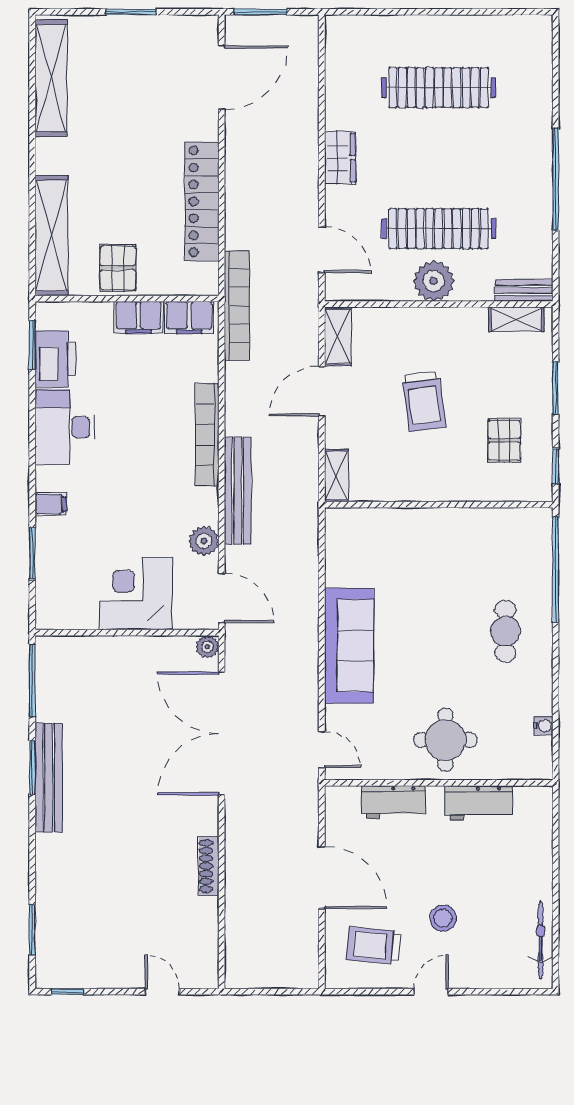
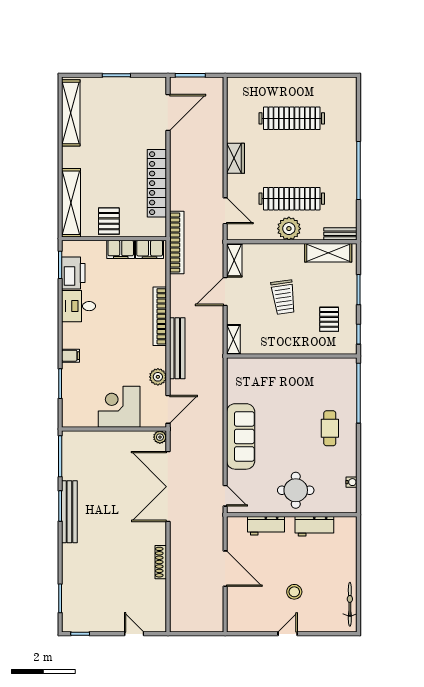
shelving: (516, 319) -> (328, 253), width x1.50, depth x1.33
desk: (65, 427) -> (79, 306), width x0.73
door: (222, 598) -> (168, 409), hinge flipped
trolley: (374, 946) -> (255, 607), removed

